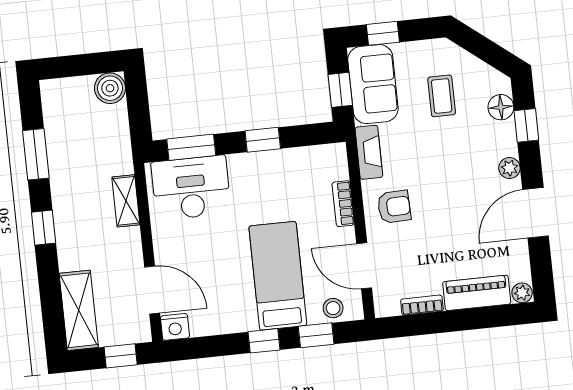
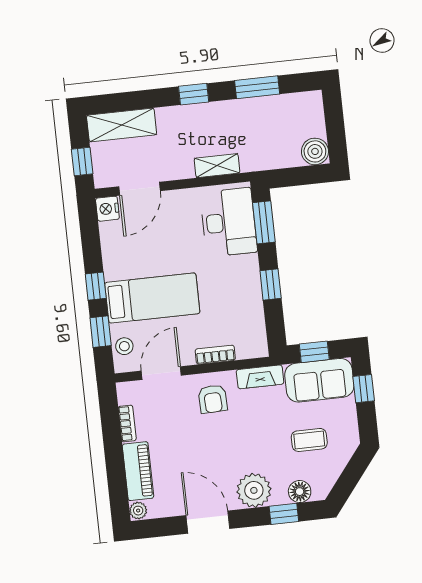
plant: (509, 168) -> (254, 490), width x1.87, depth x1.87

